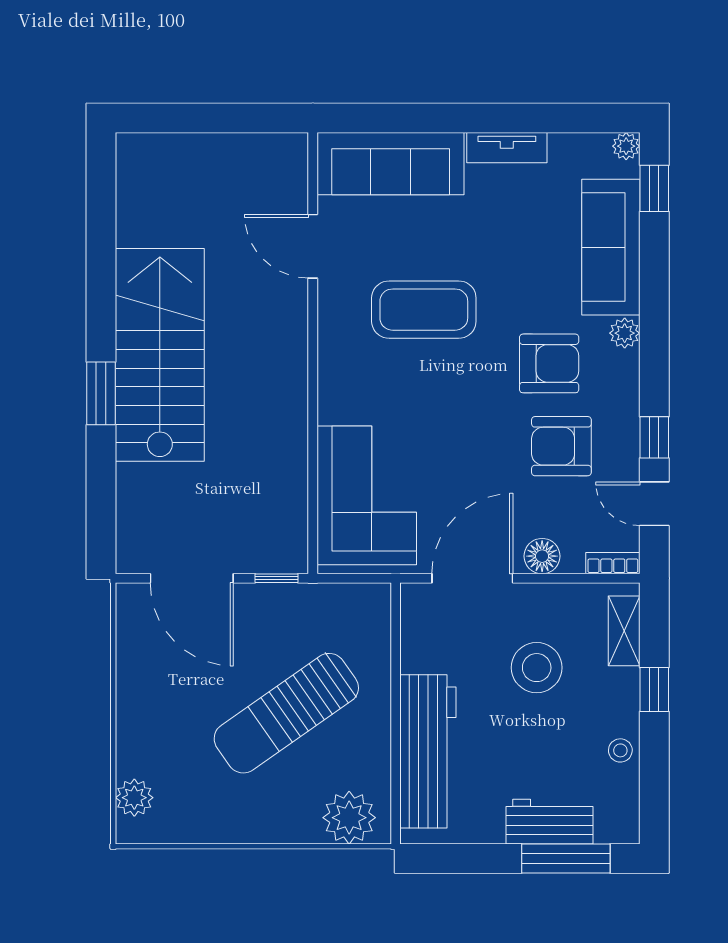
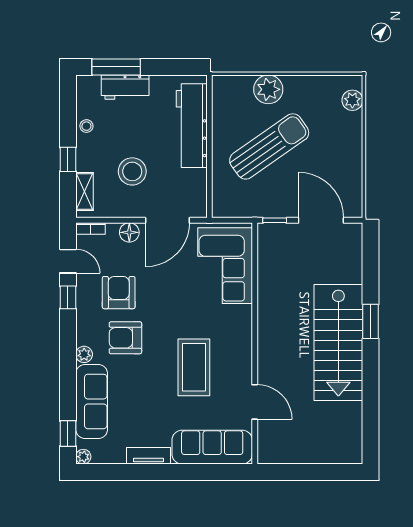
coffee table: (424, 310) -> (194, 367), turned 90
armchair: (561, 446) -> (119, 293), turned -90
plant: (349, 818) -> (268, 89), moved

